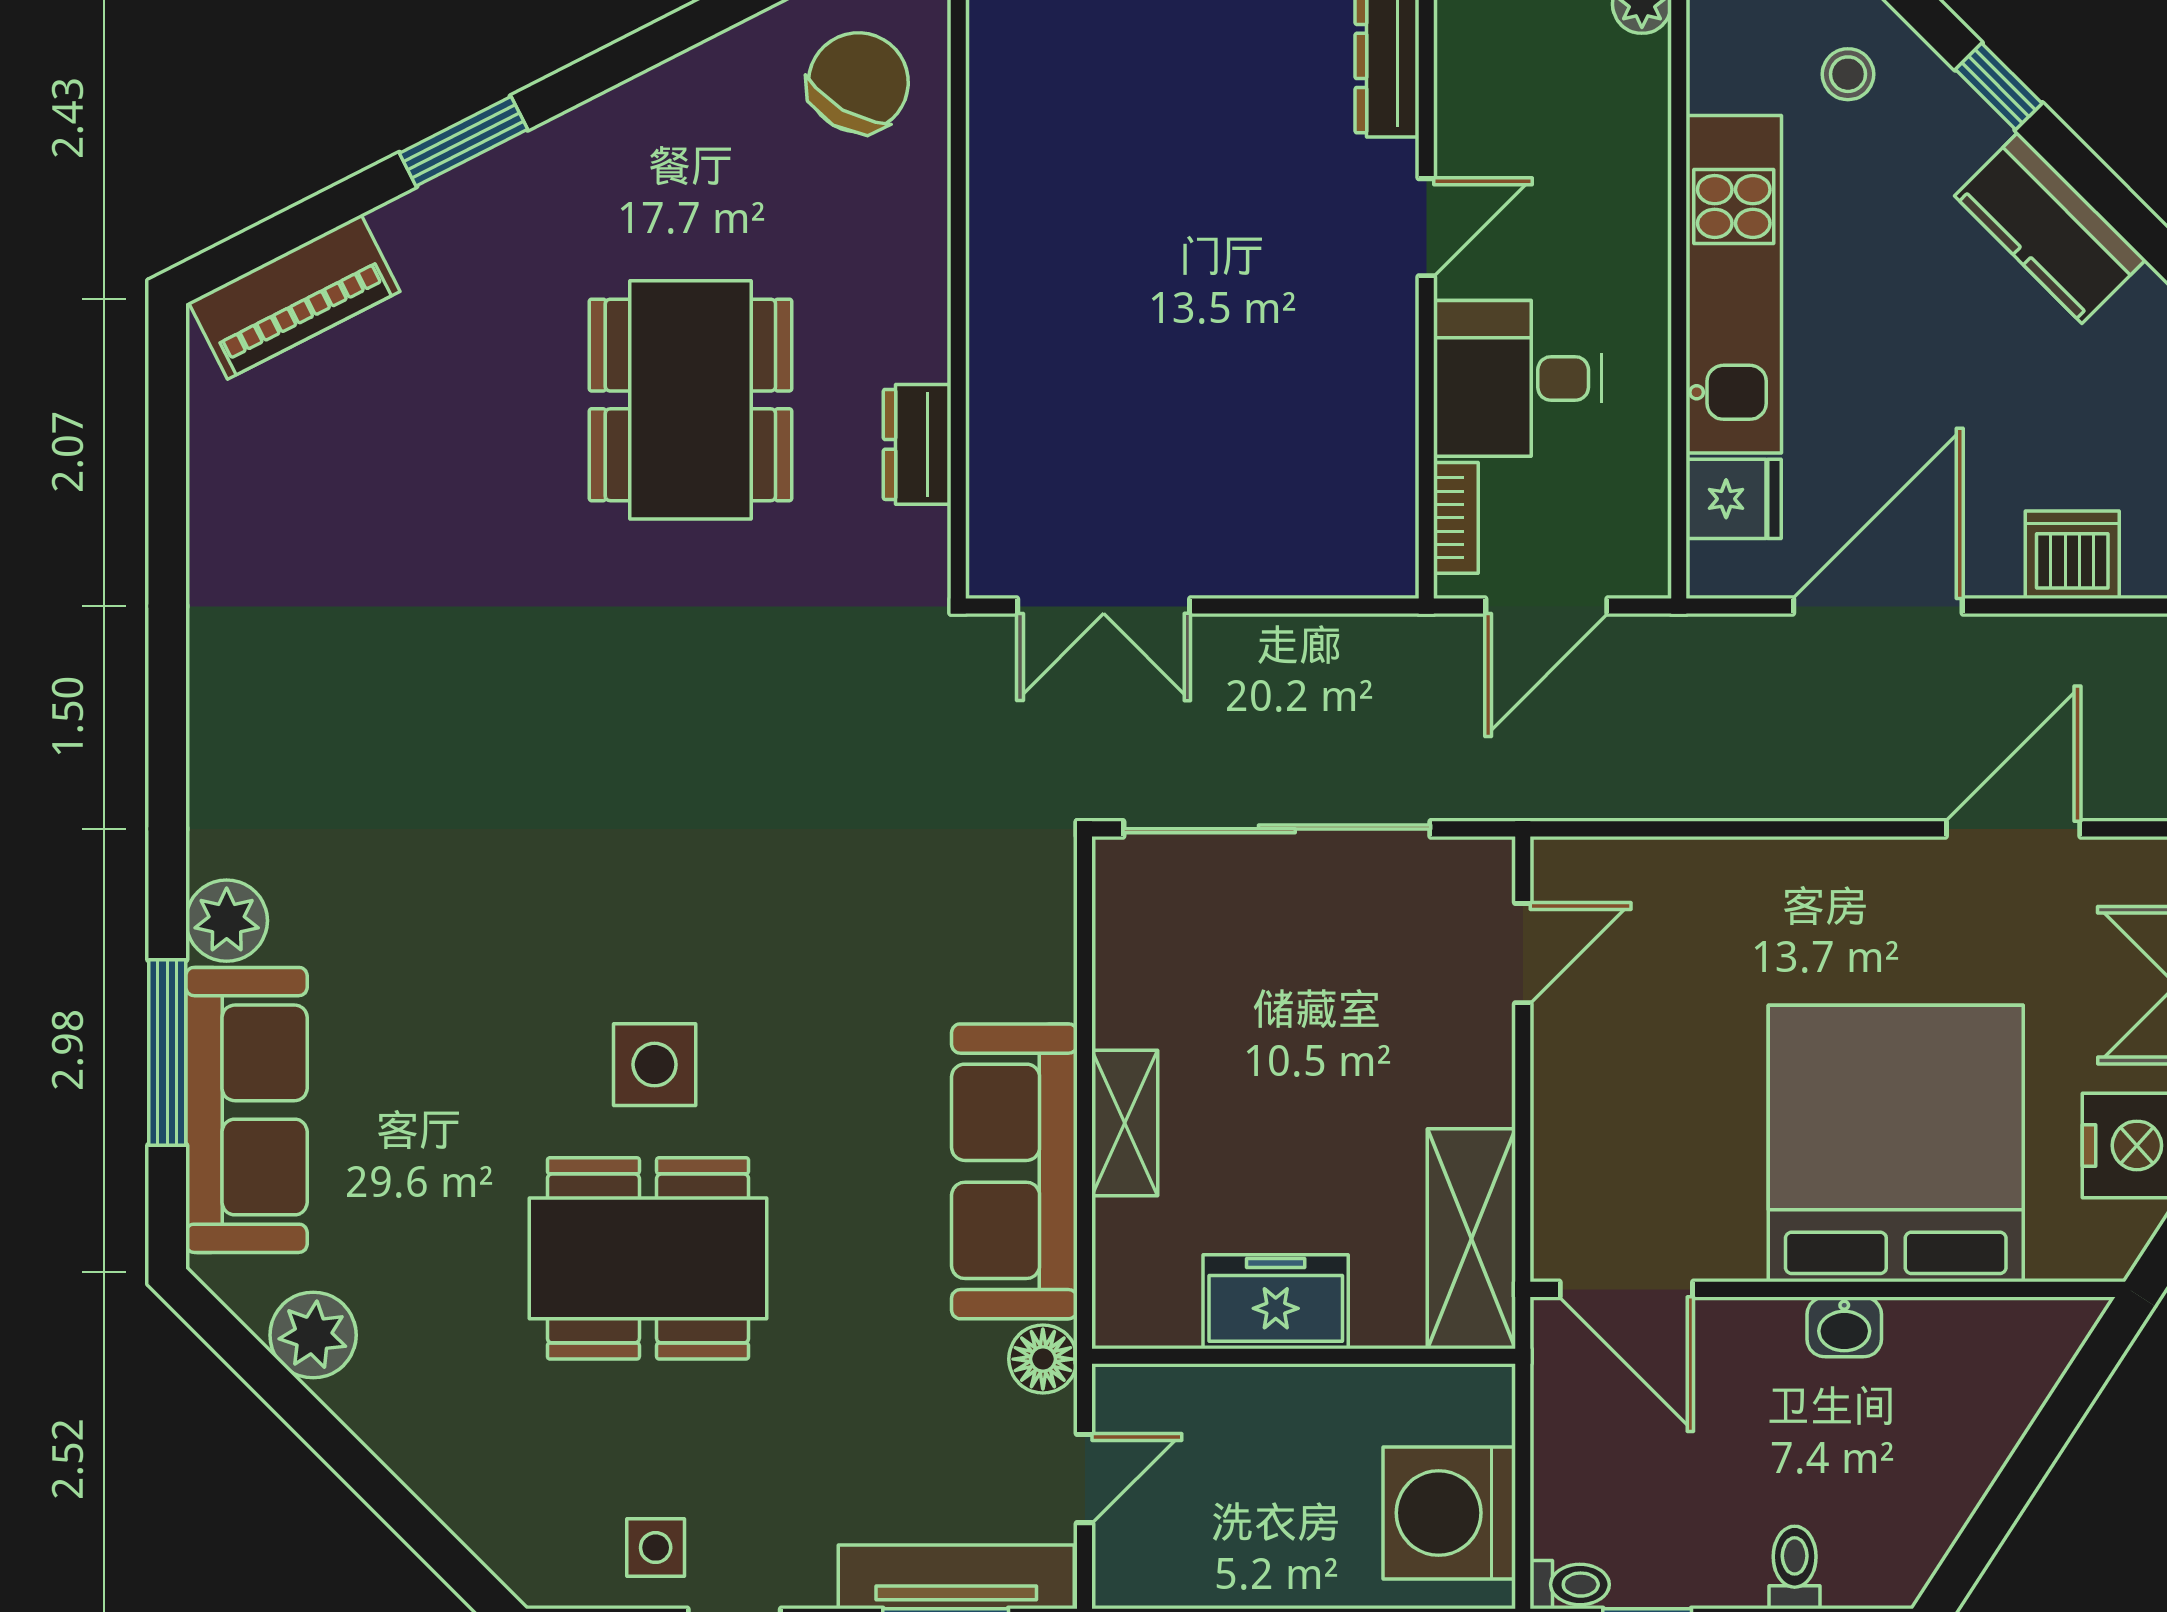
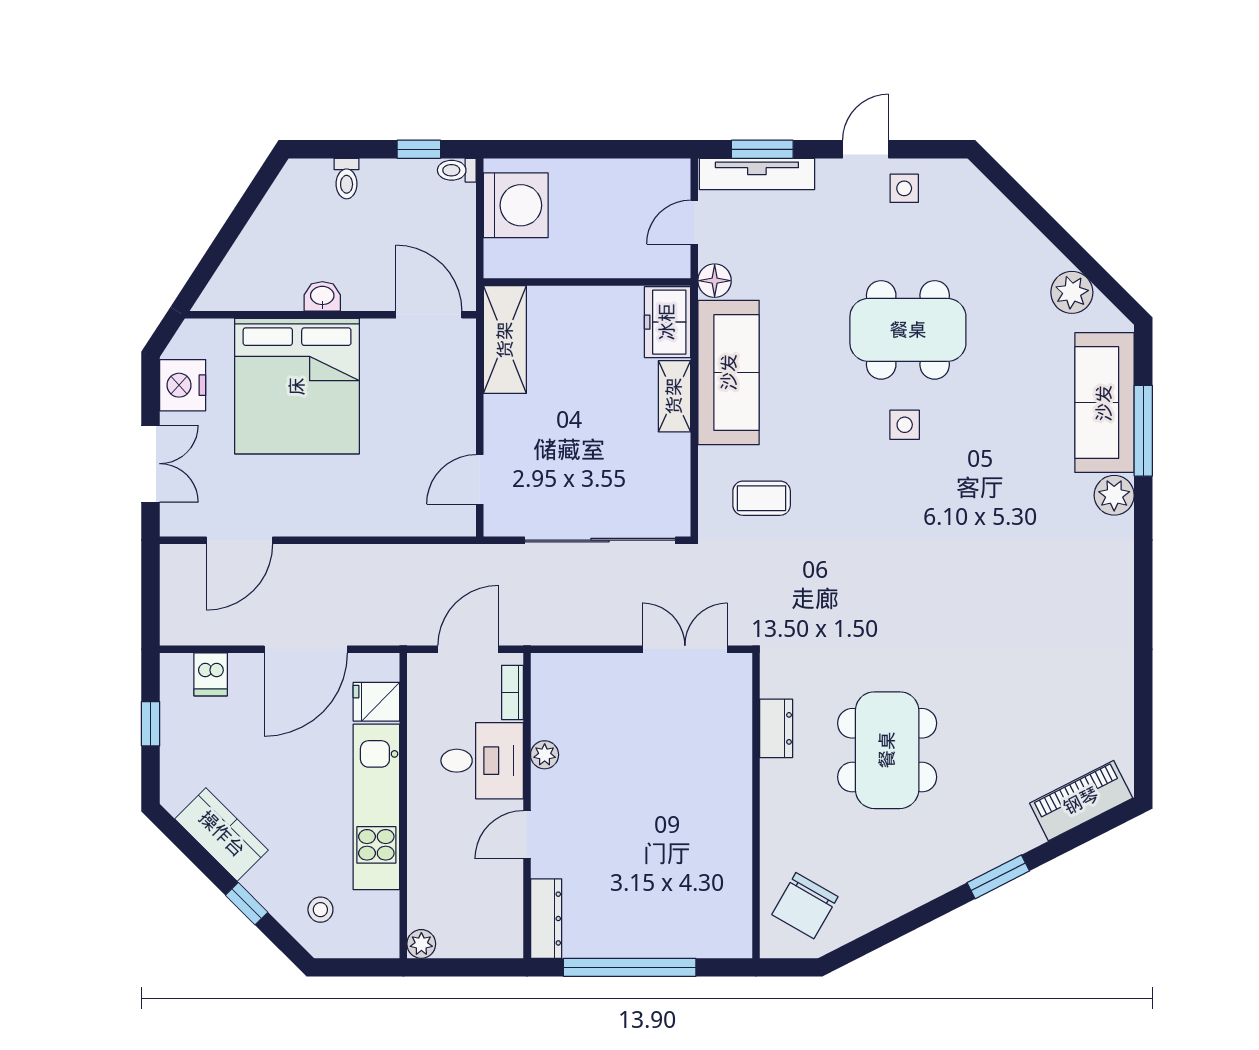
plant: (1390, 390) -> (545, 755), added
dishwasher: (2072, 555) -> (211, 674), width x0.73
coffee table: (947, 915) -> (762, 498), added
side table: (655, 1065) -> (905, 425), width x0.73, depth x0.73
freezer: (1276, 1302) -> (667, 322), moved, turned 90

